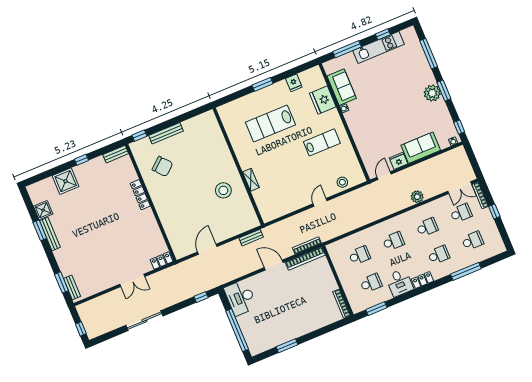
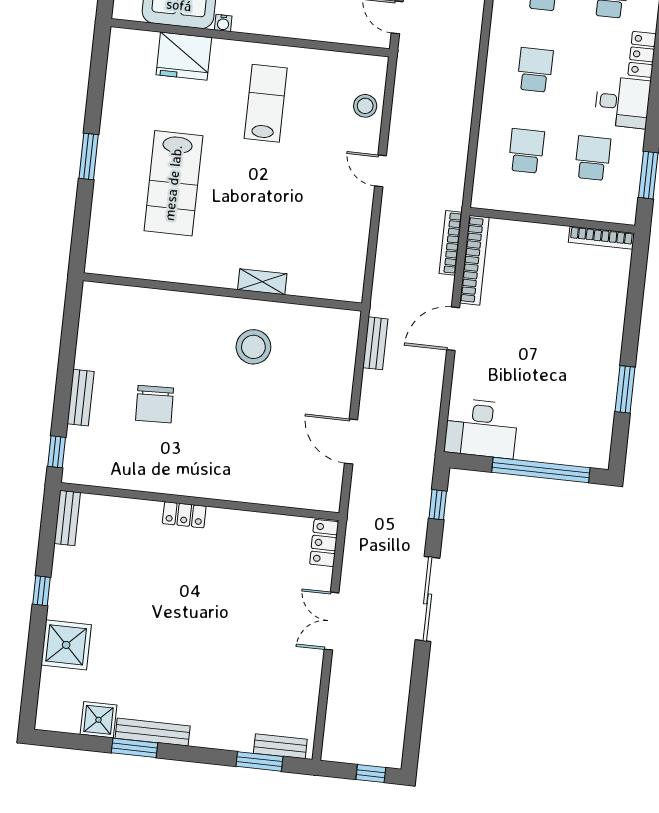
fridge: (294, 83) -> (119, 94), removed
bench: (166, 133) -> (81, 398), width x0.73
chair: (162, 166) -> (155, 404), moved, turned 129
locker: (140, 195) -> (184, 515), width x0.66
double door: (132, 280) -> (332, 621), swing flipped
sliding door: (144, 321) -> (428, 599), moved

